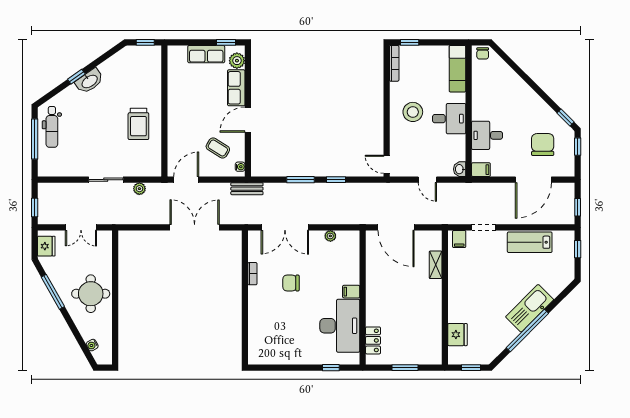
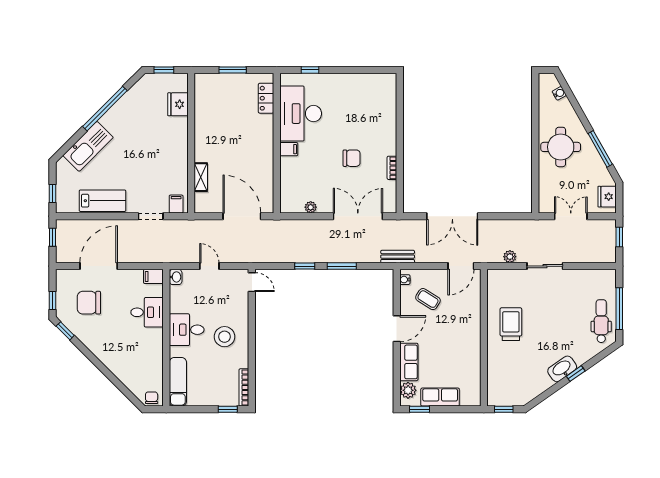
chair: (543, 145) -> (89, 303), turned 90
kitchen sink: (530, 308) -> (88, 146), moved

